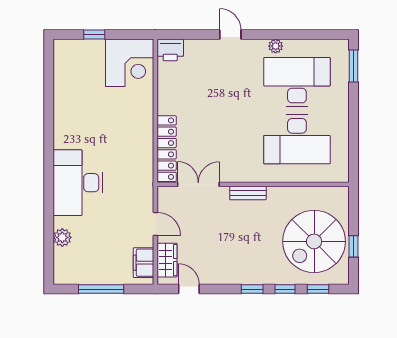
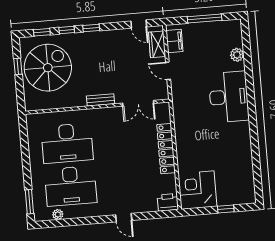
plant: (276, 46) -> (58, 214), moved
desk: (297, 139) -> (67, 143), turned 180
locker: (167, 149) -> (166, 149), moved

